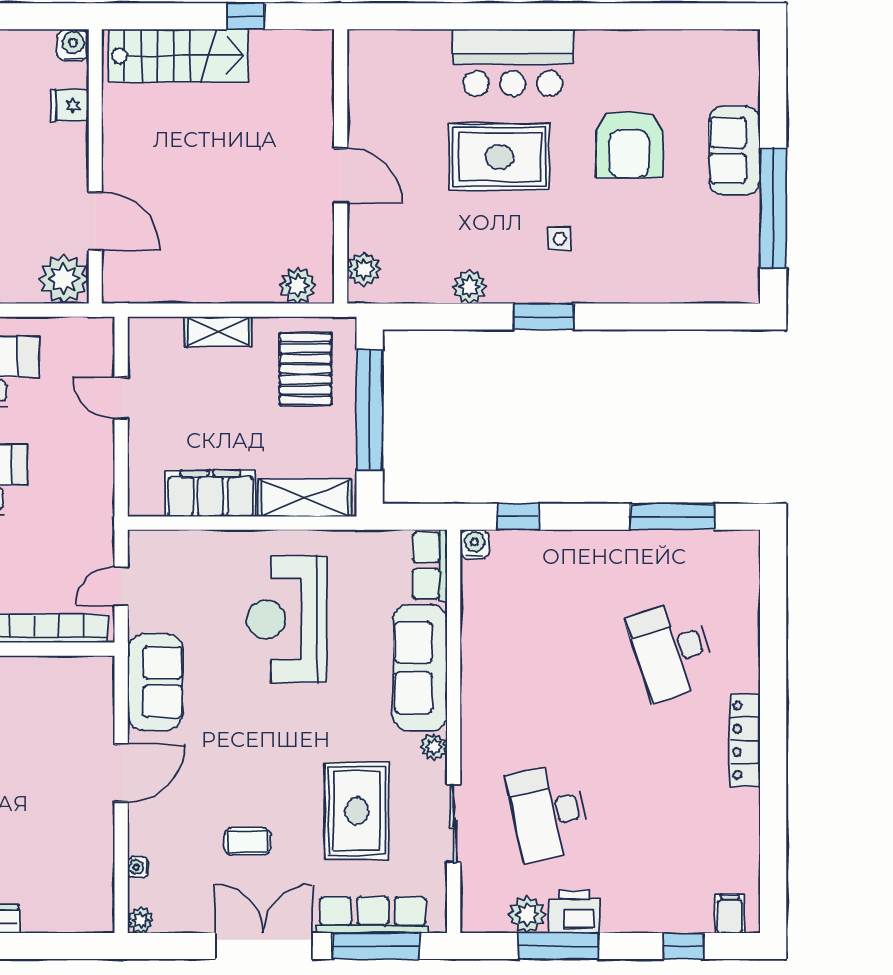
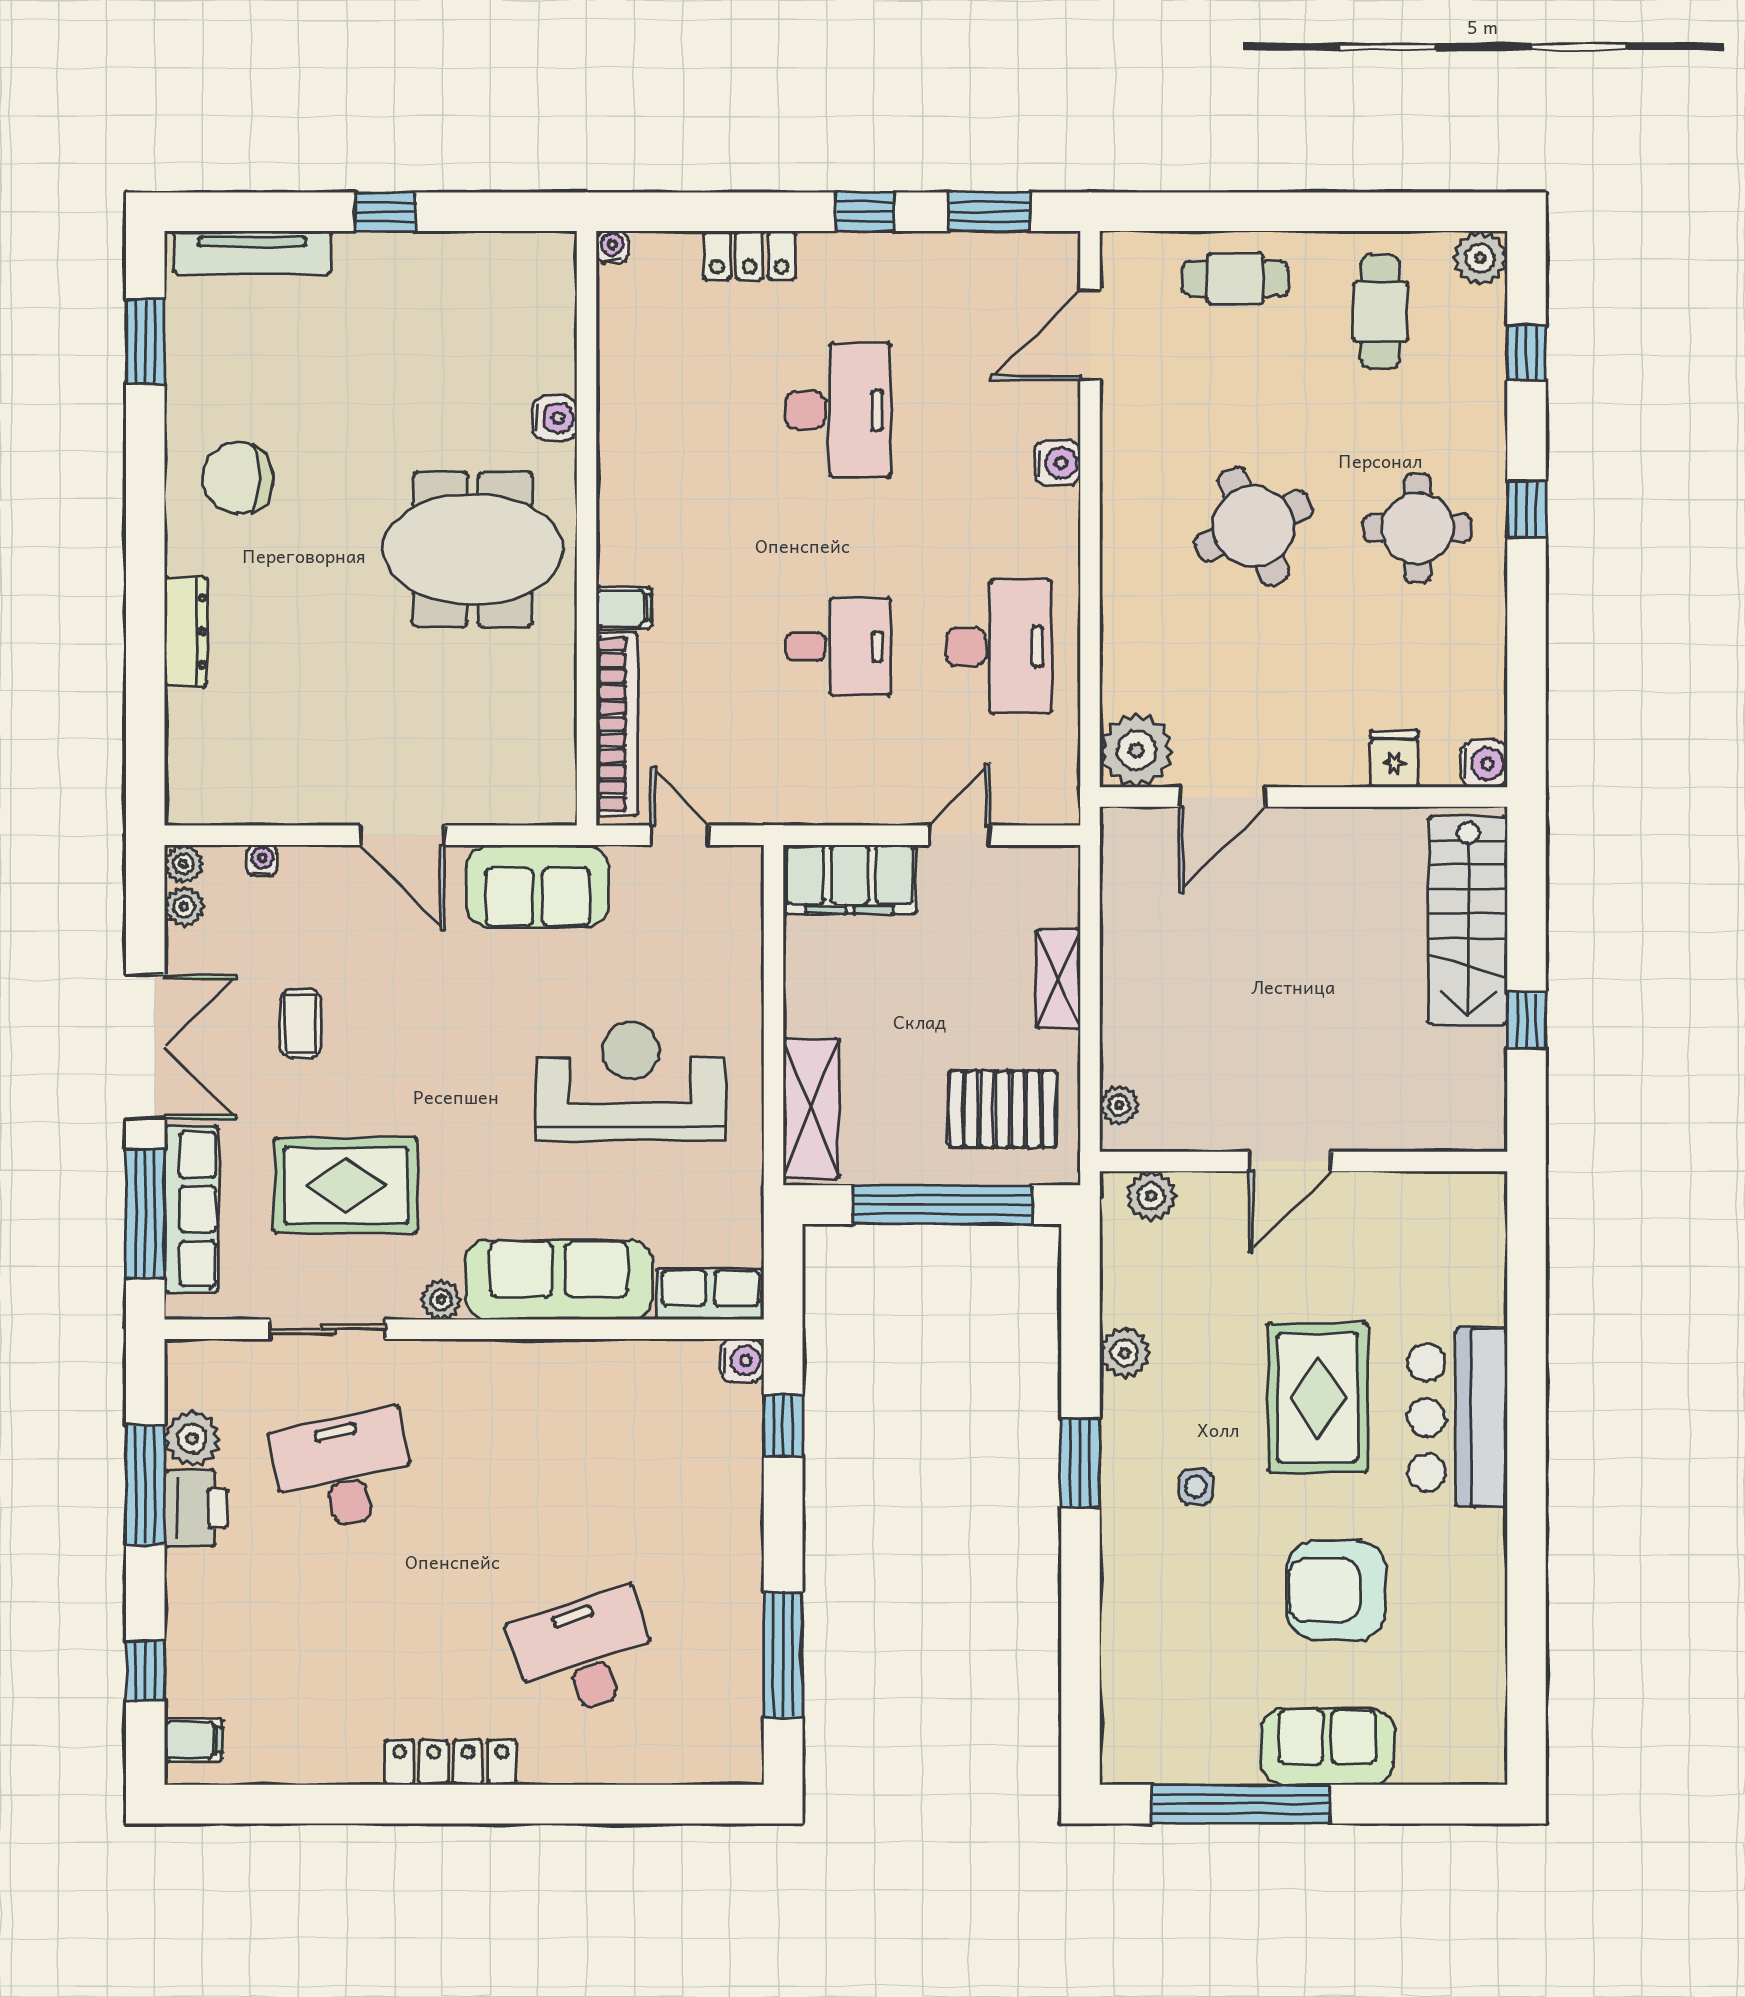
plant: (298, 286) -> (1119, 1105), width x0.73, depth x0.73
filing cabinet: (210, 493) -> (850, 879), moved, turned 90
plant: (169, 920) -> (184, 907), added

